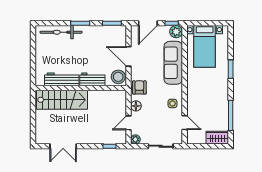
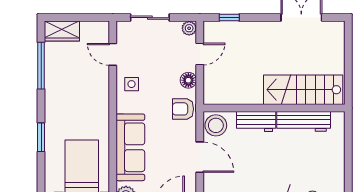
armchair: (139, 87) -> (183, 109), turned 90

